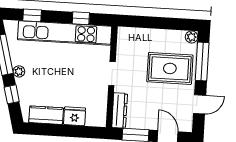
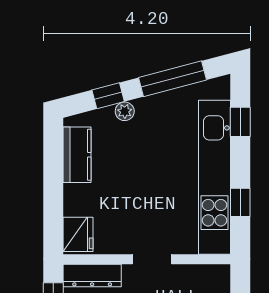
plant: (19, 71) -> (125, 111), moved
fridge: (75, 116) -> (78, 234), moved

